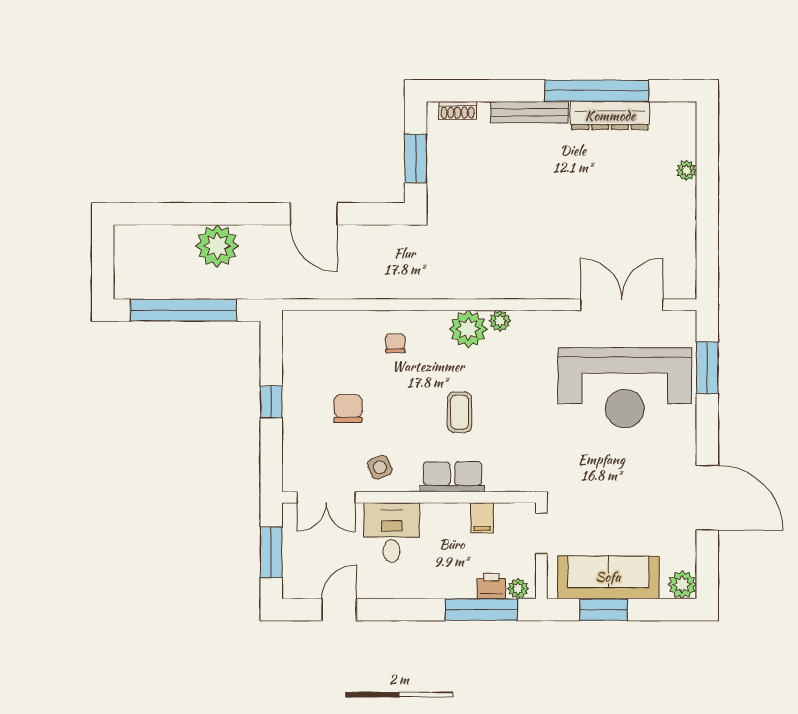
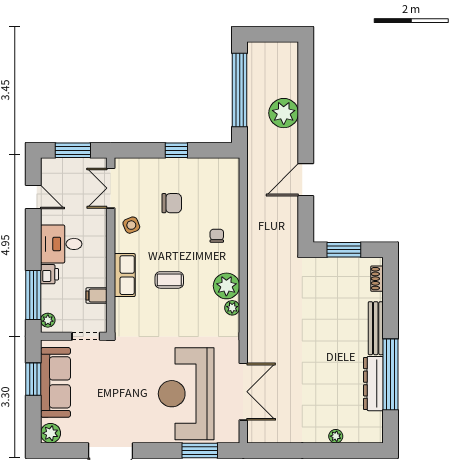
chair: (395, 343) -> (217, 236), turned -90
desk: (392, 533) -> (61, 244), moved, turned 180
printer: (491, 586) -> (50, 274), moved

